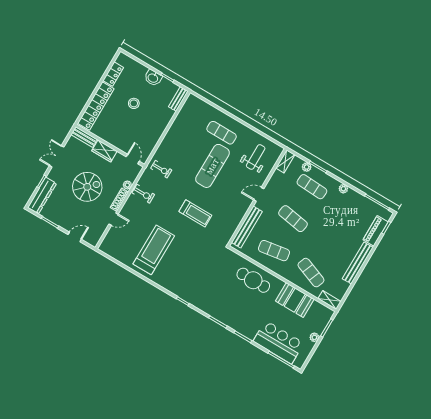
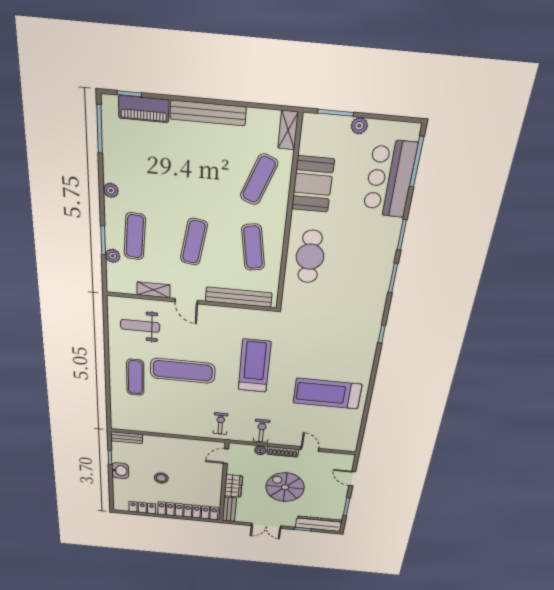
shelving: (285, 161) -> (153, 290), moved
treadmill: (195, 213) -> (255, 366), width x1.37, depth x1.38

